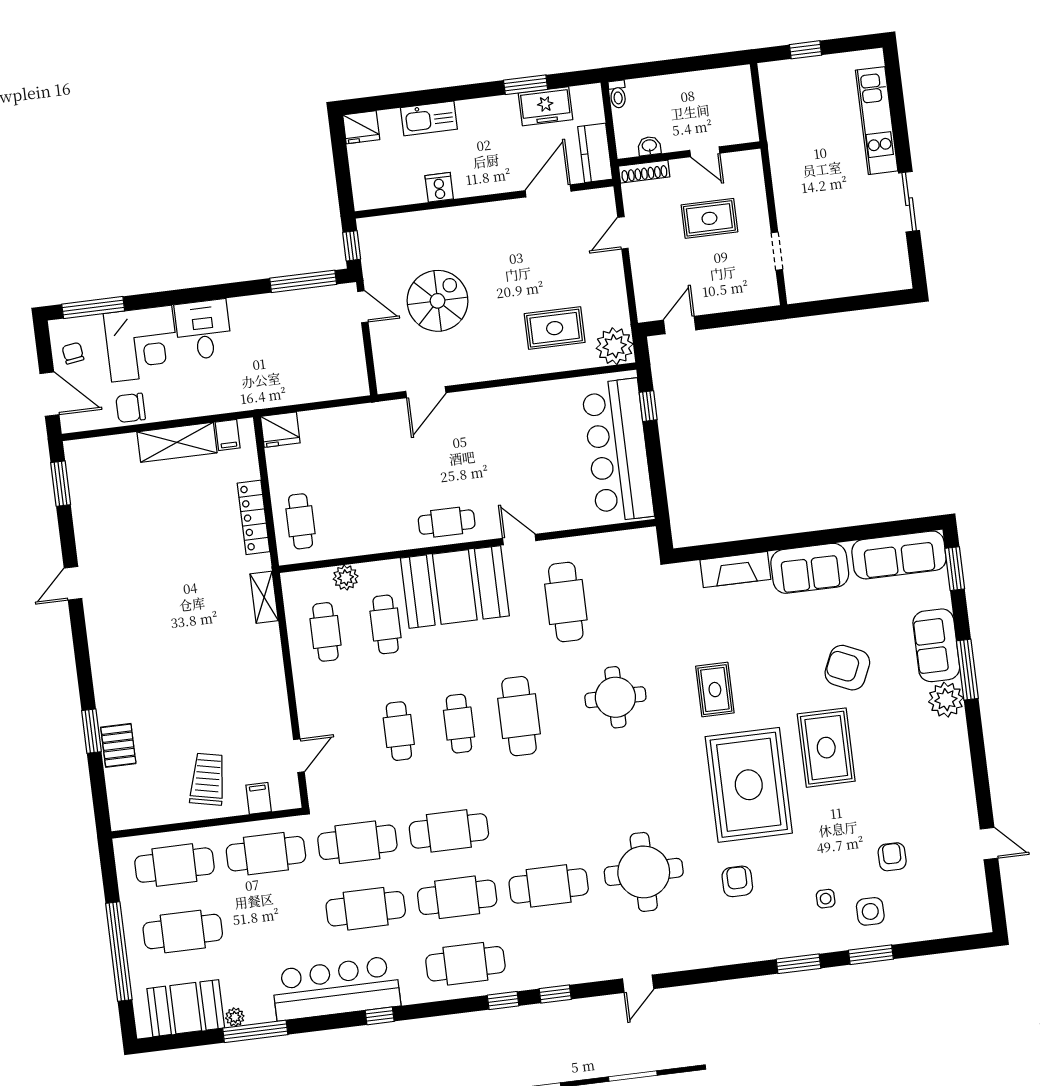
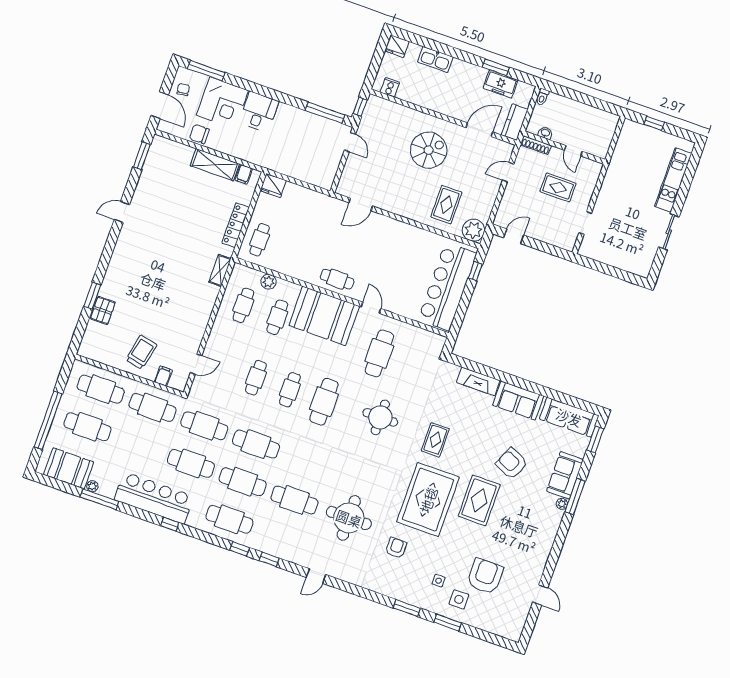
cooker: (439, 187) -> (390, 87), moved
spiral stairs: (438, 301) -> (429, 150), moved
rug: (555, 328) -> (446, 205), turned 90
plant: (946, 700) -> (562, 504), width x0.53, depth x0.53
armchair: (892, 857) -> (485, 576), width x1.88, depth x1.88

